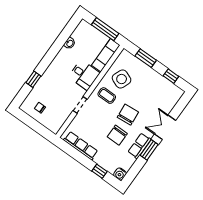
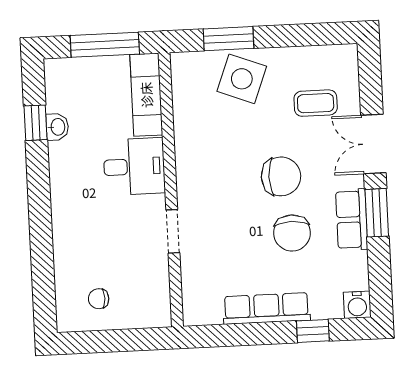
window: (171, 76) -> (306, 35), removed
window: (33, 79) -> (36, 123), moved
side table: (122, 79) -> (242, 79), moved
coffee table: (107, 96) -> (316, 103), moved
chair: (128, 115) -> (281, 176), turned 95
row of seats: (81, 146) -> (266, 308), moved

